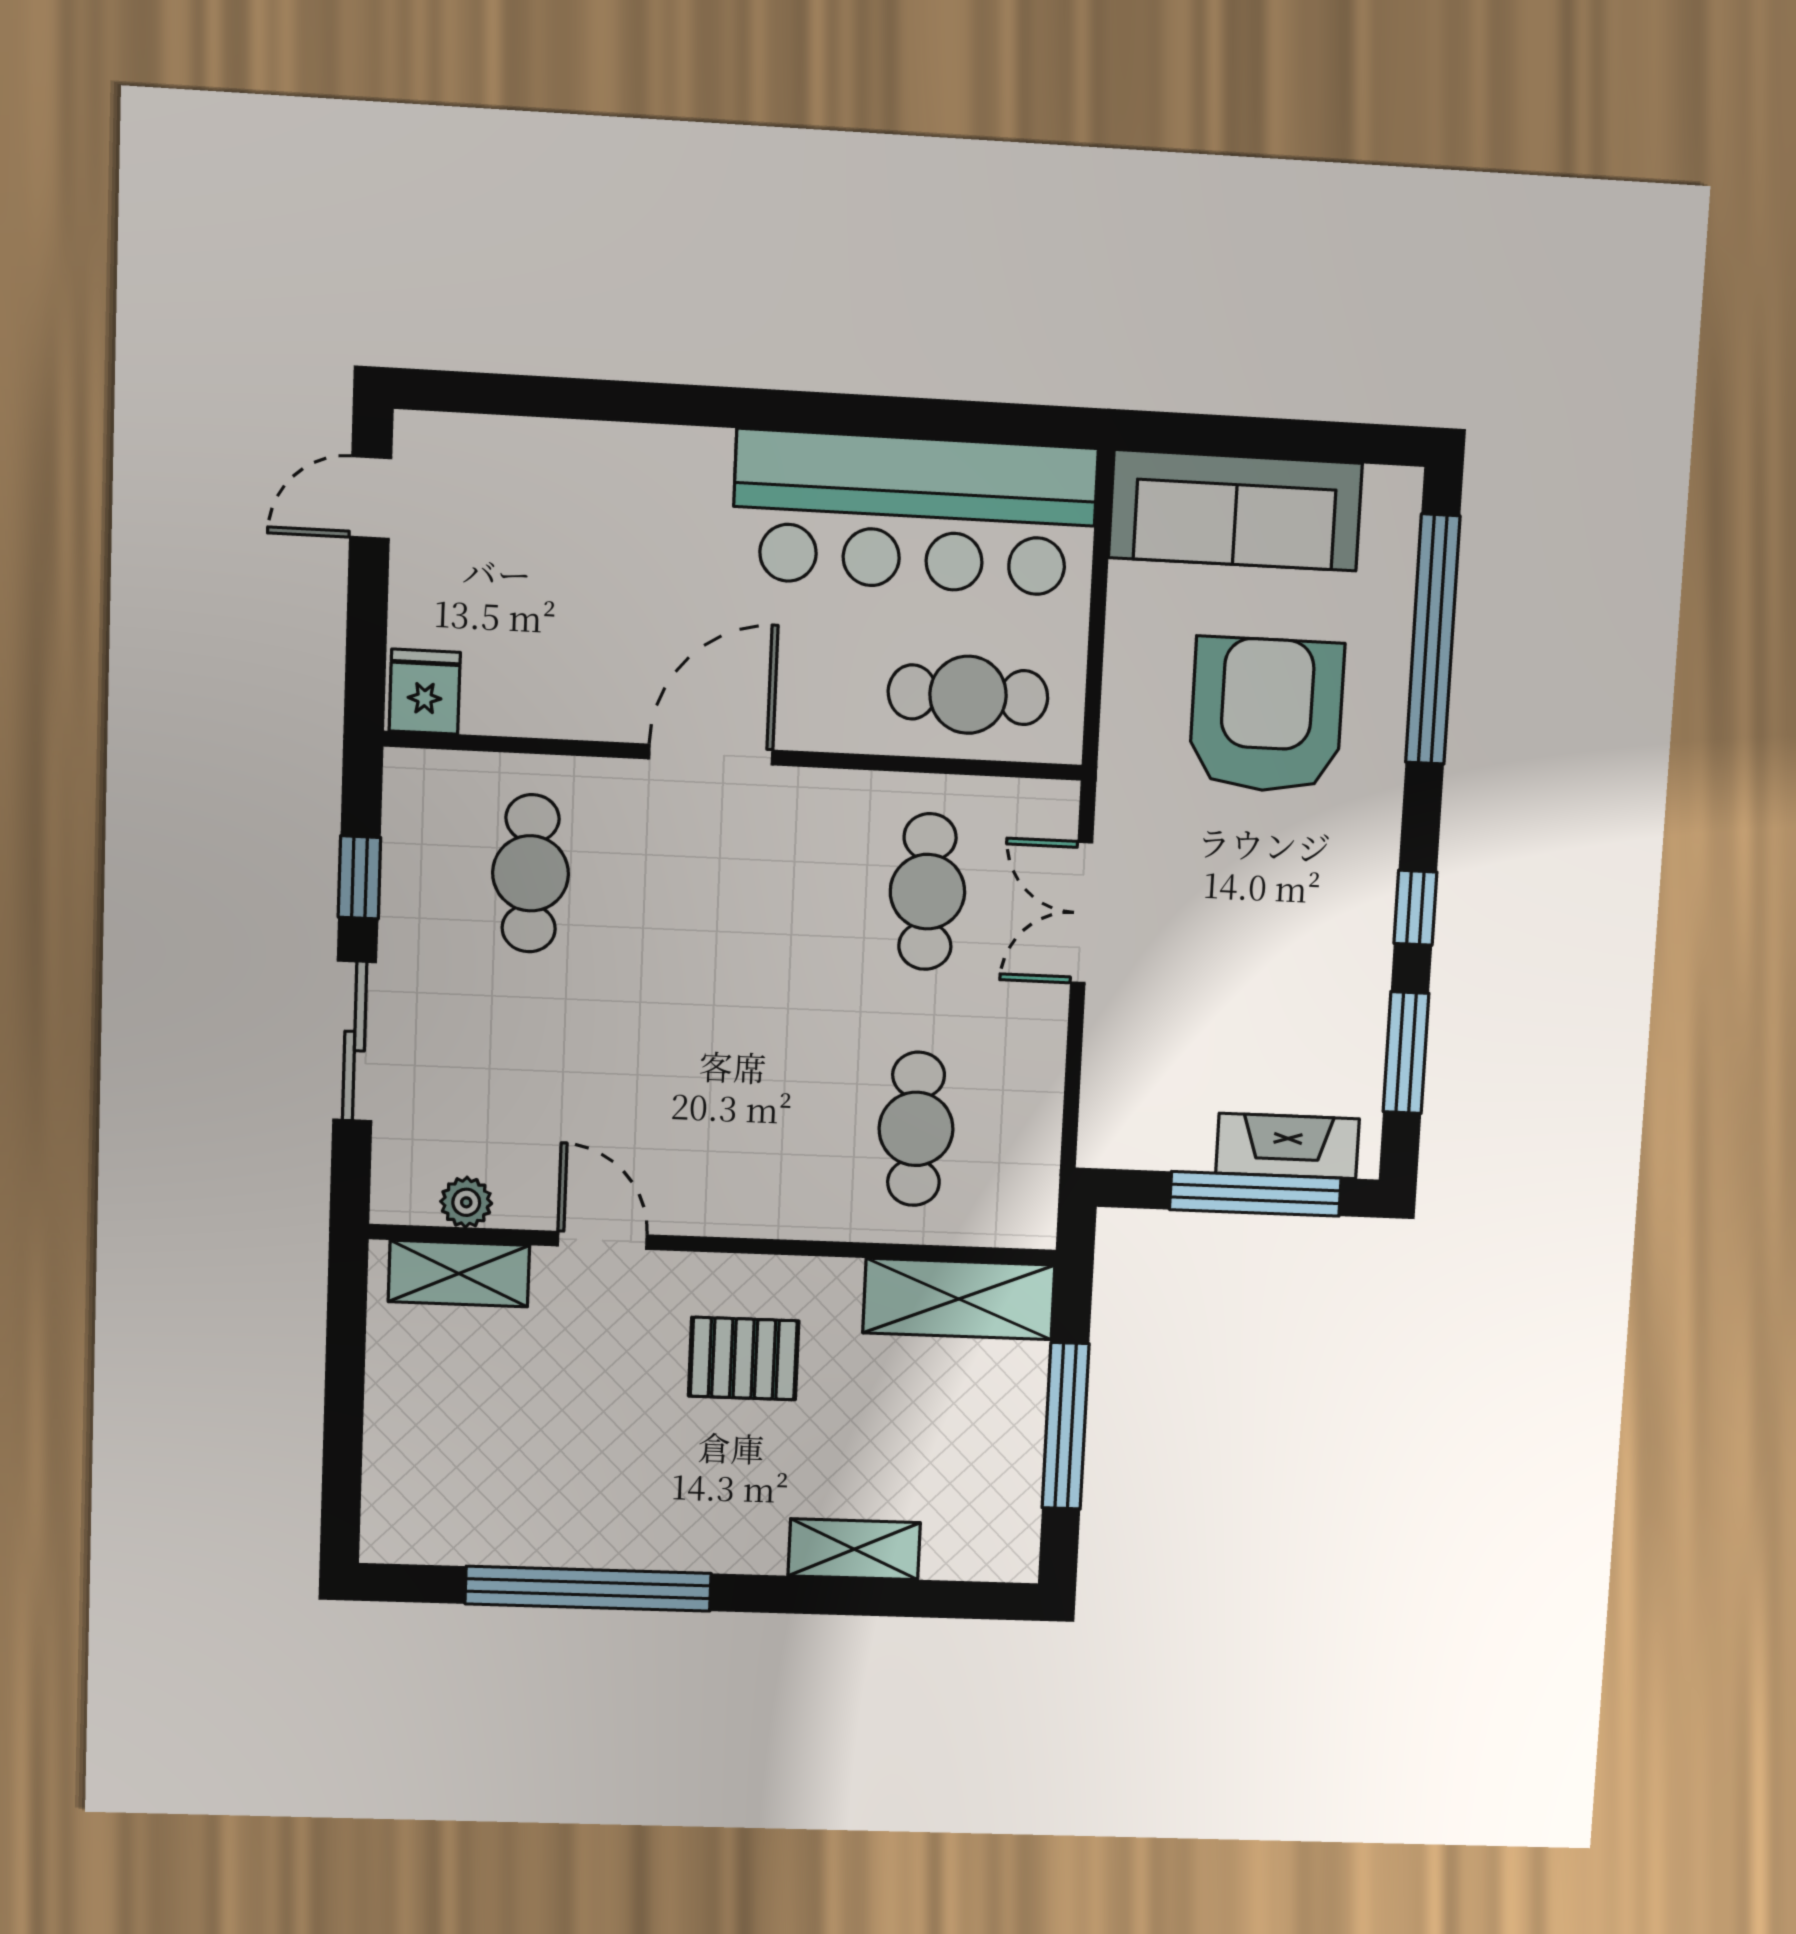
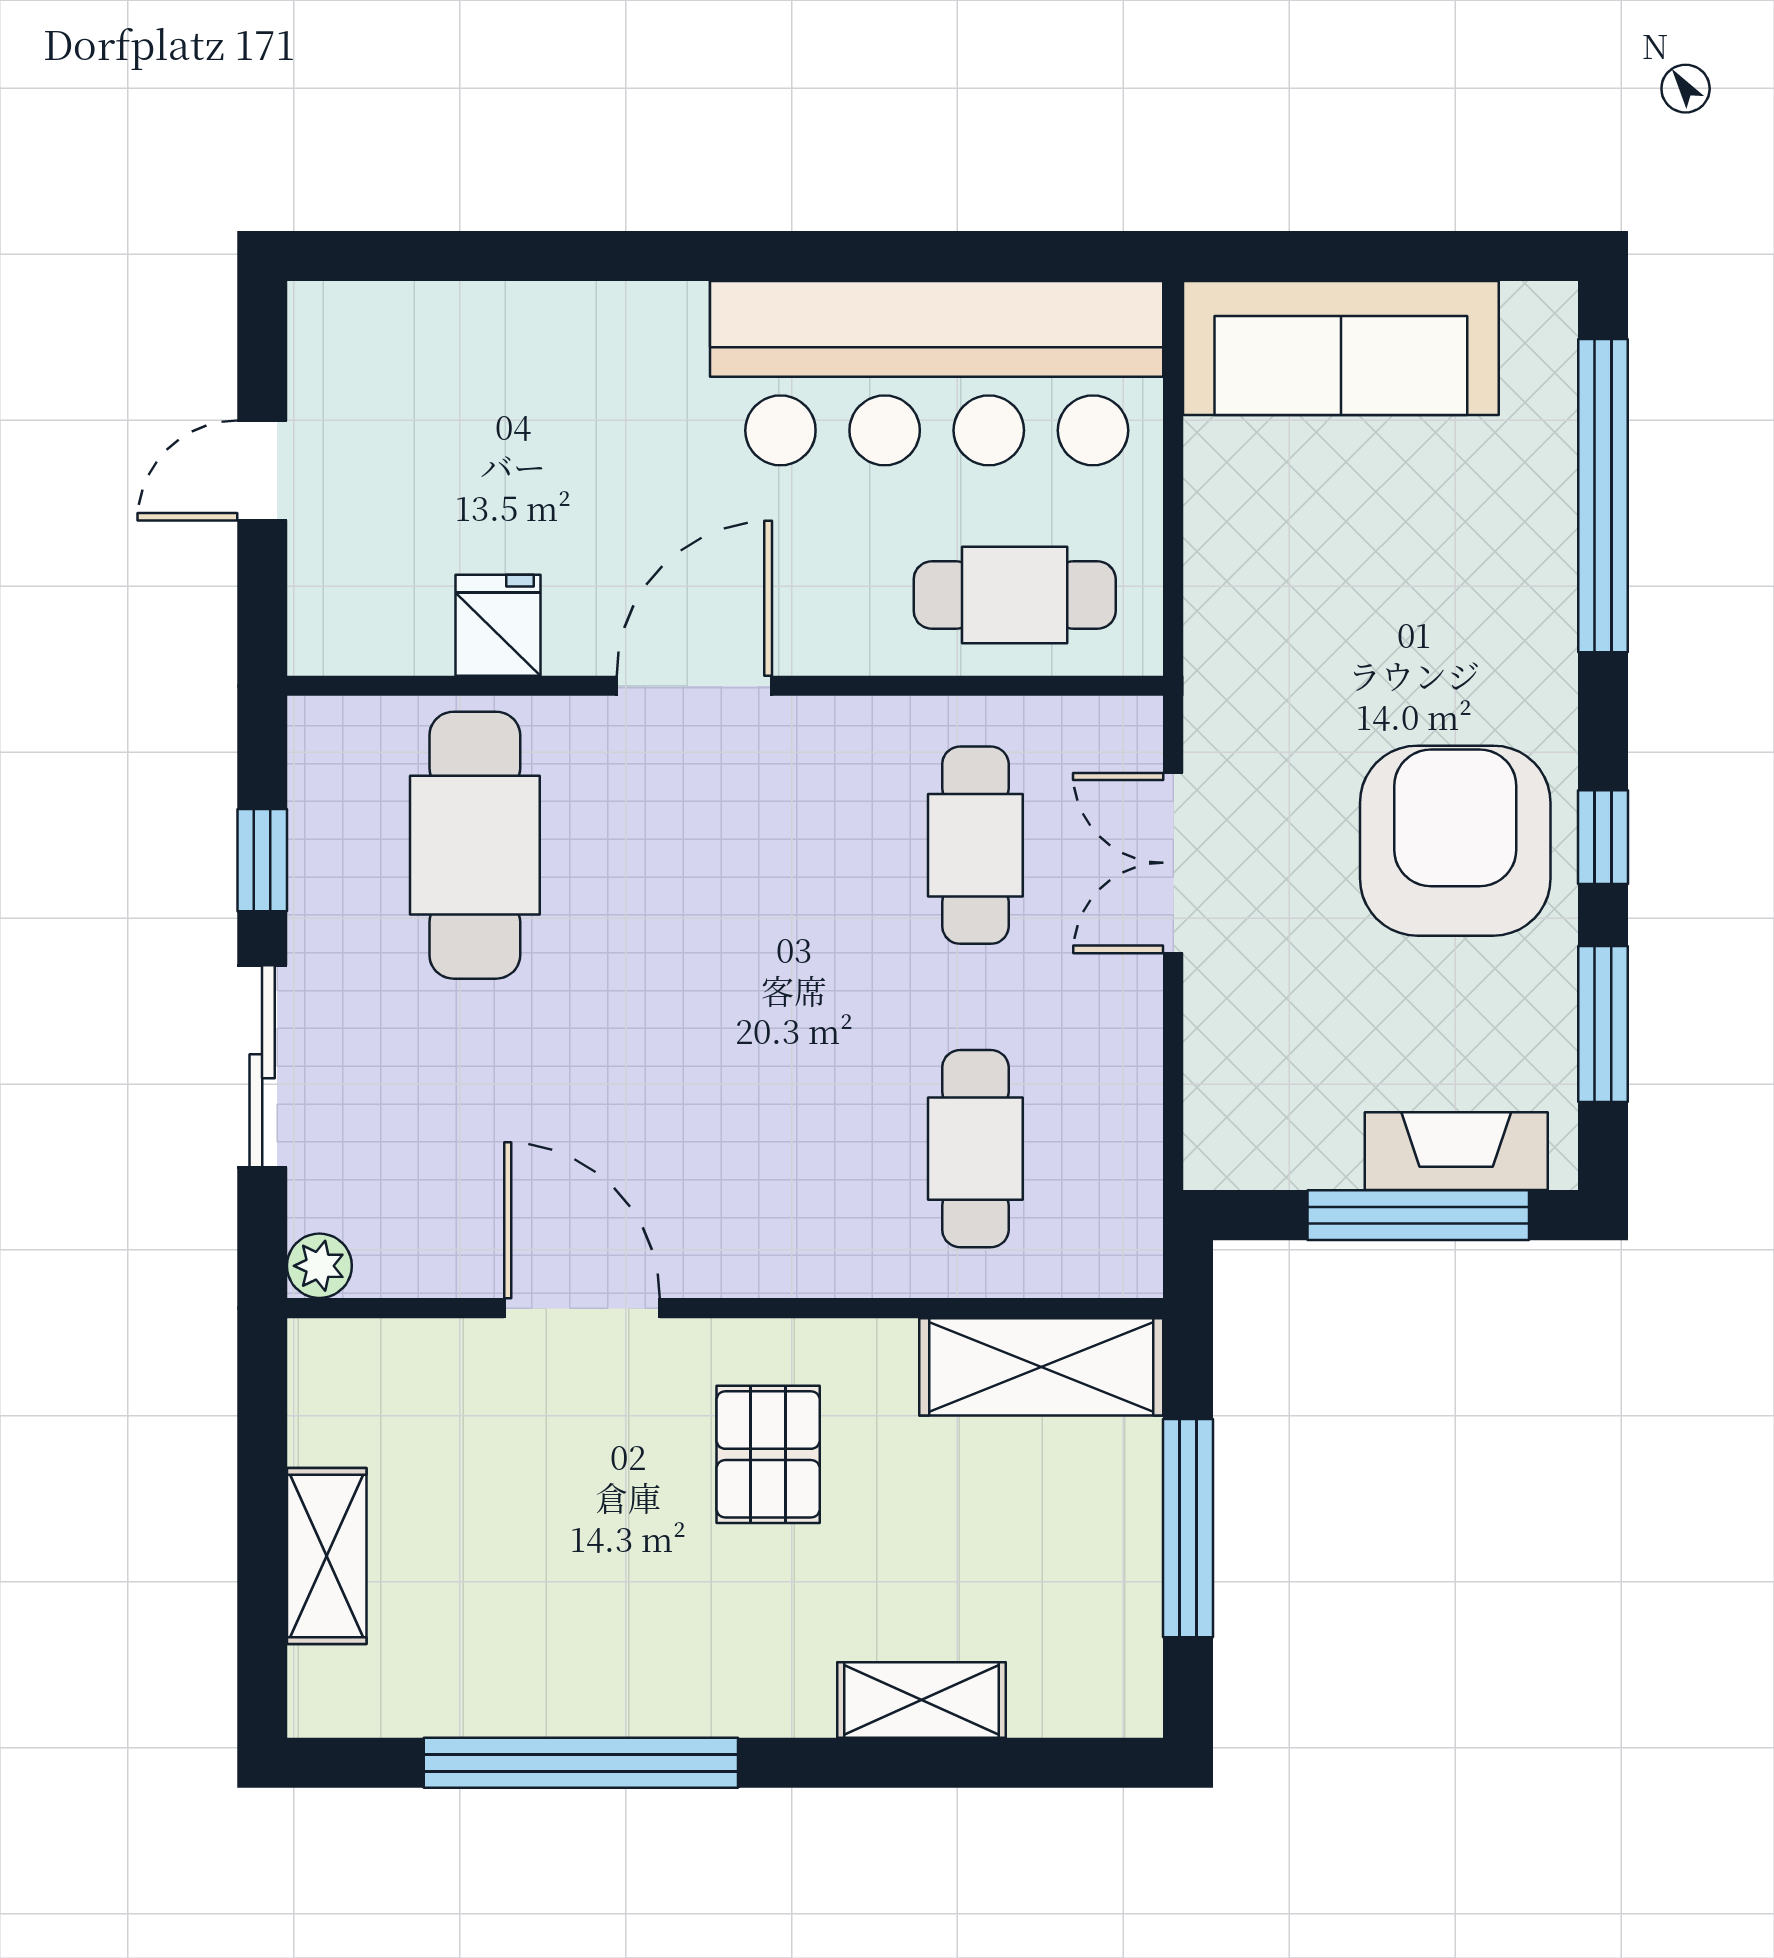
door: (371, 498) -> (262, 471), moved
fridge: (425, 692) -> (498, 625), moved
armchair: (1266, 715) -> (1455, 841), moved
cafe table: (531, 873) -> (475, 845), width x1.37, depth x1.35
plant: (466, 1202) -> (319, 1266), moved
door: (602, 1240) -> (582, 1308), width x1.38
shelving: (459, 1274) -> (327, 1556), moved, turned 90
pallet: (744, 1358) -> (768, 1454), turned 90

